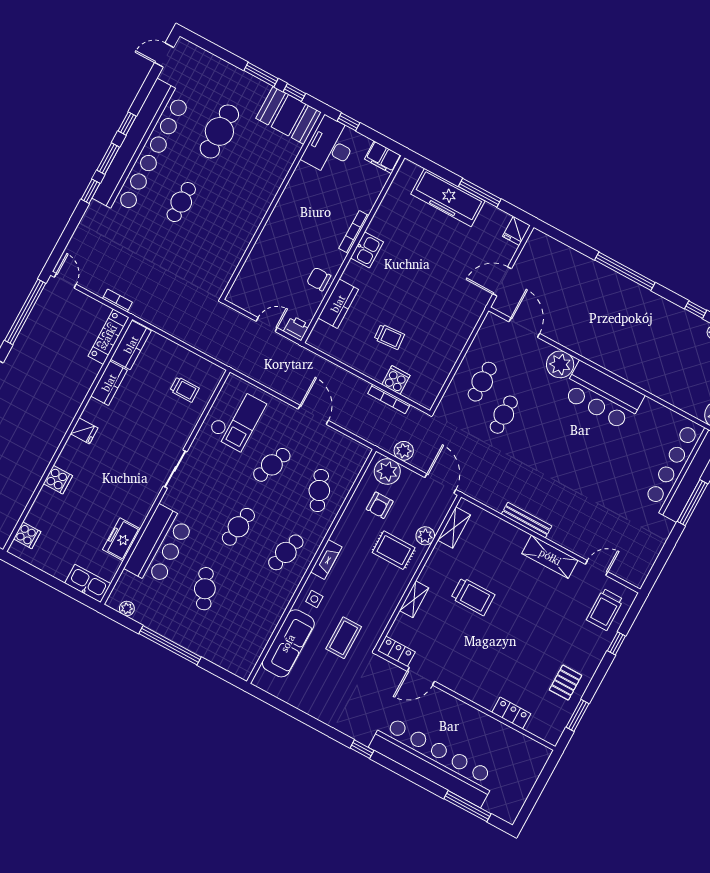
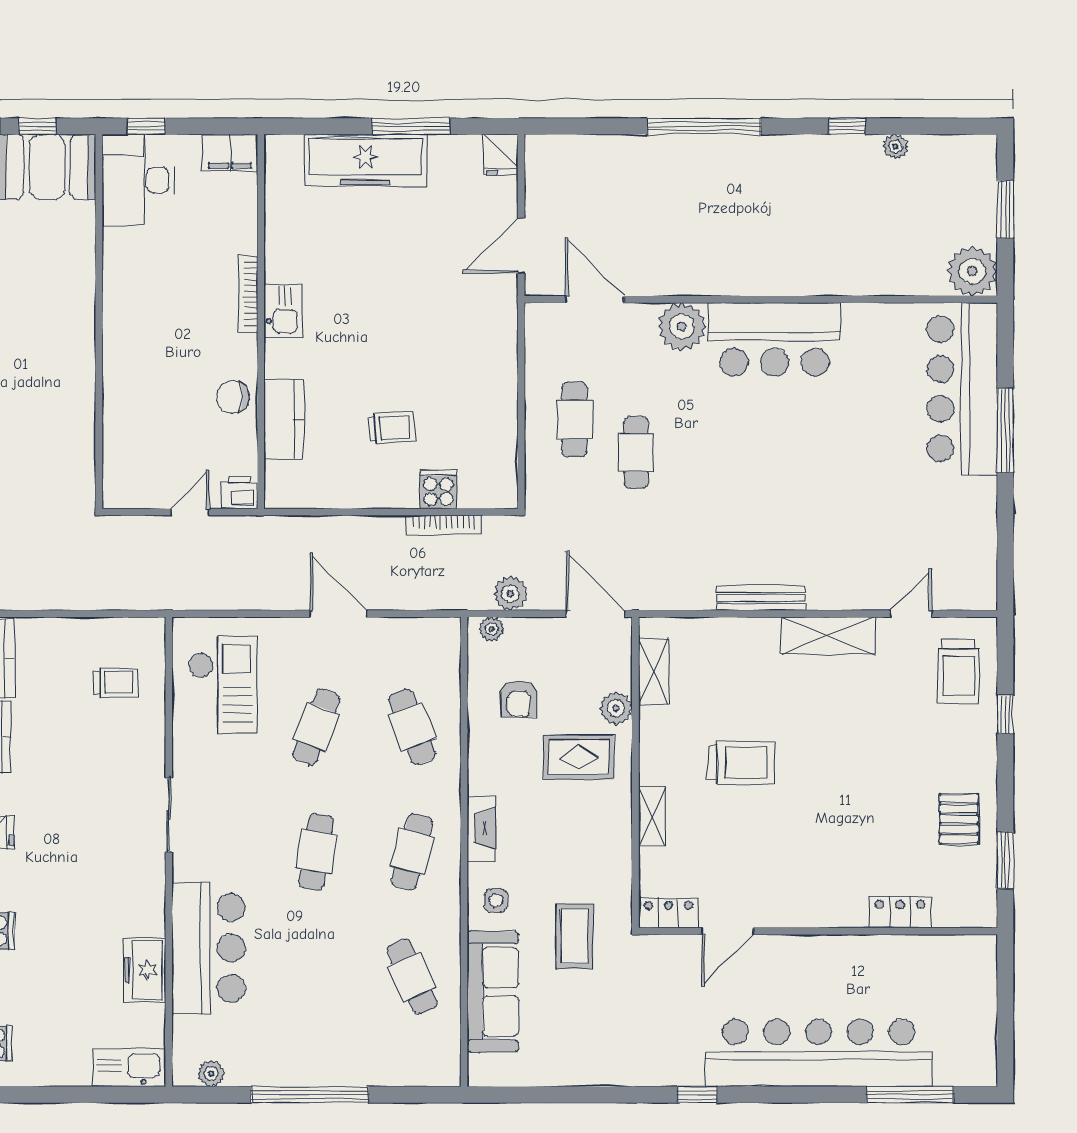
plant: (387, 471) -> (491, 629), width x0.53, depth x0.53
cafe table: (205, 589) -> (412, 977), moved

